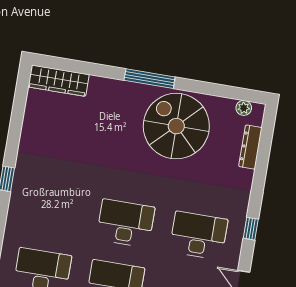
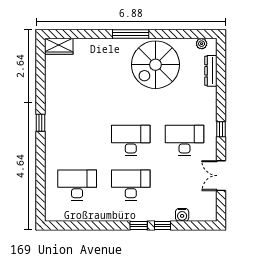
wardrobe: (59, 81) -> (59, 46), width x0.67
spiral stairs: (176, 126) -> (155, 65), turned -90

